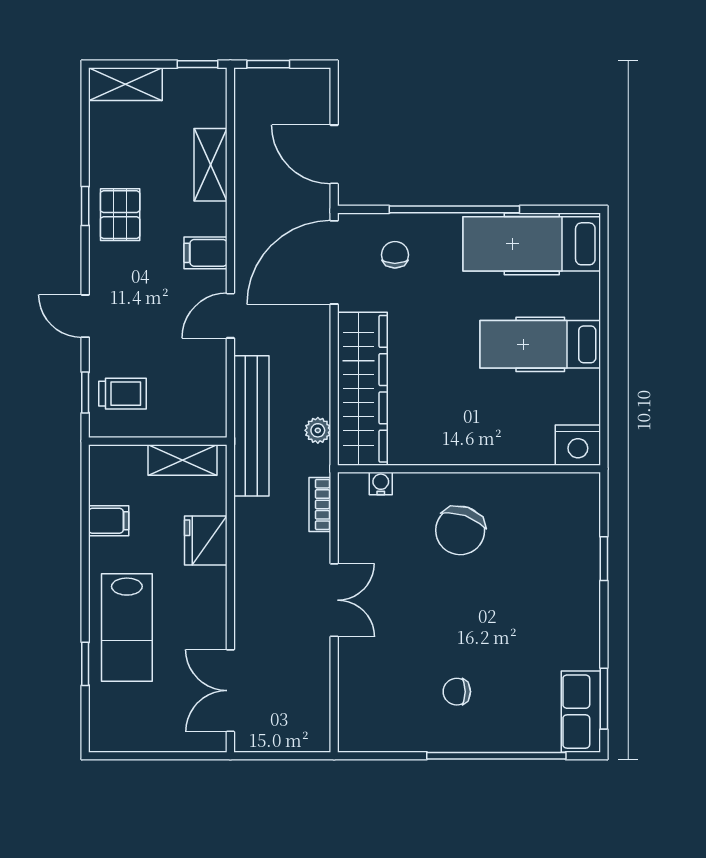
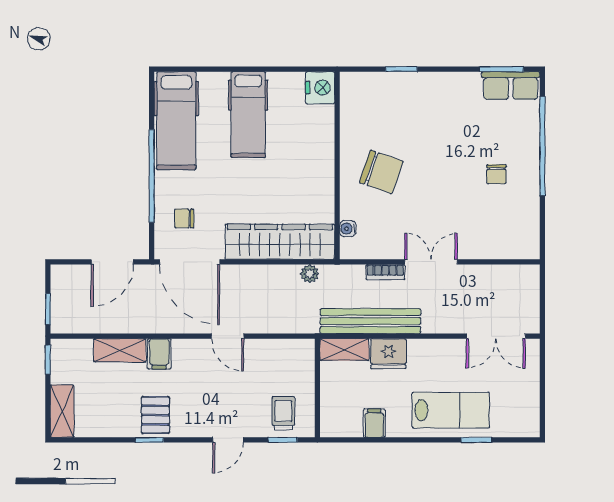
pallet: (120, 215) -> (155, 415), turned 90
filing cabinet: (206, 253) -> (159, 354), moved
bench: (251, 426) -> (370, 321), moved
shelving: (182, 460) -> (344, 350), moved, turned 90
bookcase: (320, 504) -> (385, 272), moved

